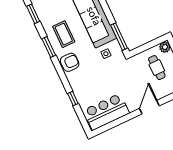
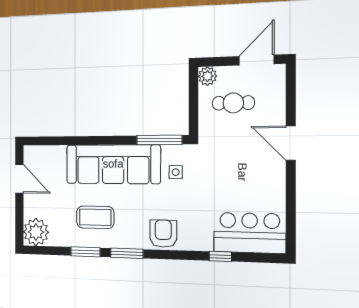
window: (33, 14) -> (85, 252), moved
coffee table: (64, 34) -> (95, 217), moved
bar counter: (106, 112) -> (250, 233), moved, turned 90

